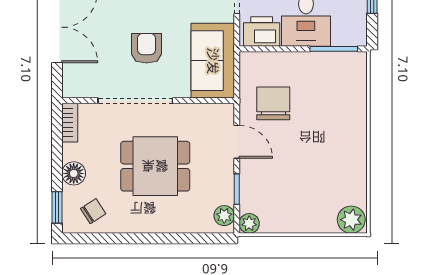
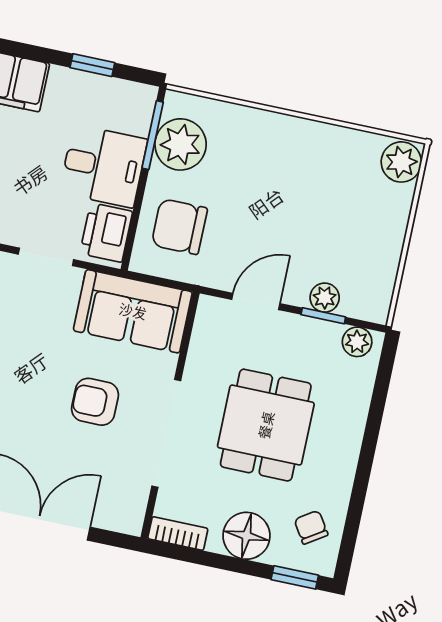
plant: (331, 69) -> (181, 144), added
chair: (273, 103) -> (179, 227), moved
floor lamp: (74, 173) -> (246, 536), width x1.38, depth x1.38
plant: (249, 223) -> (325, 298), moved

